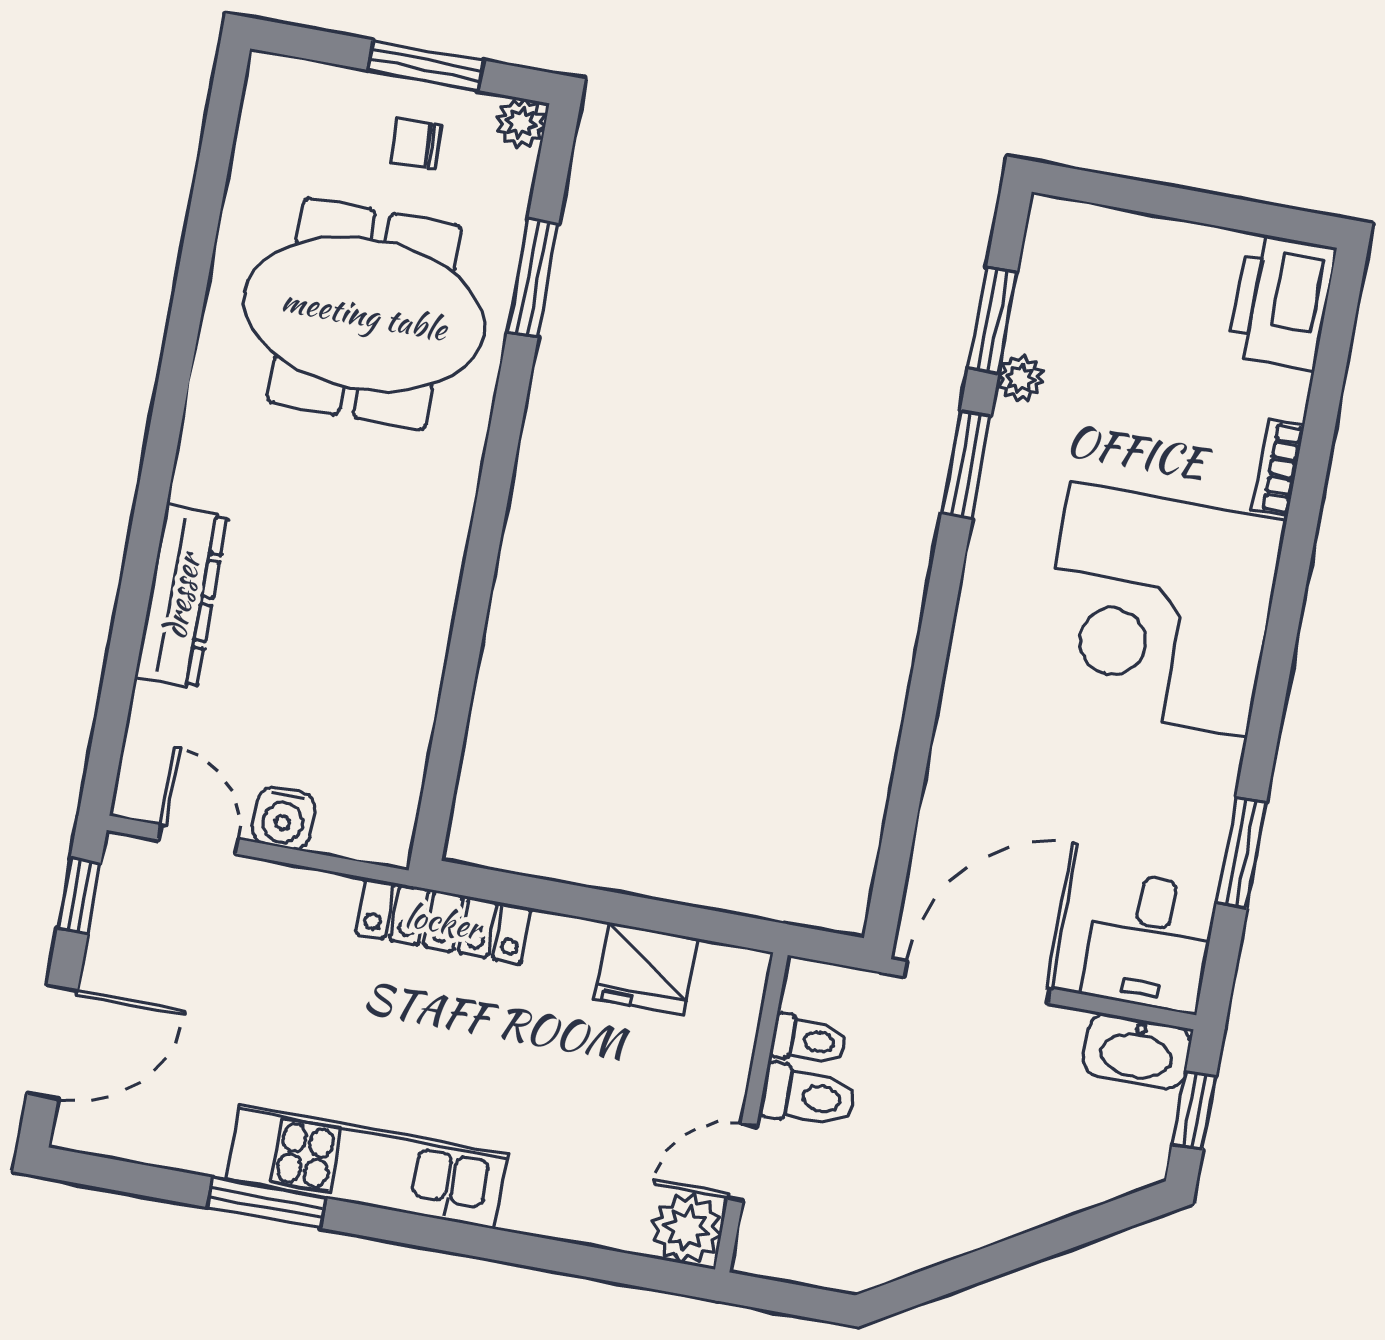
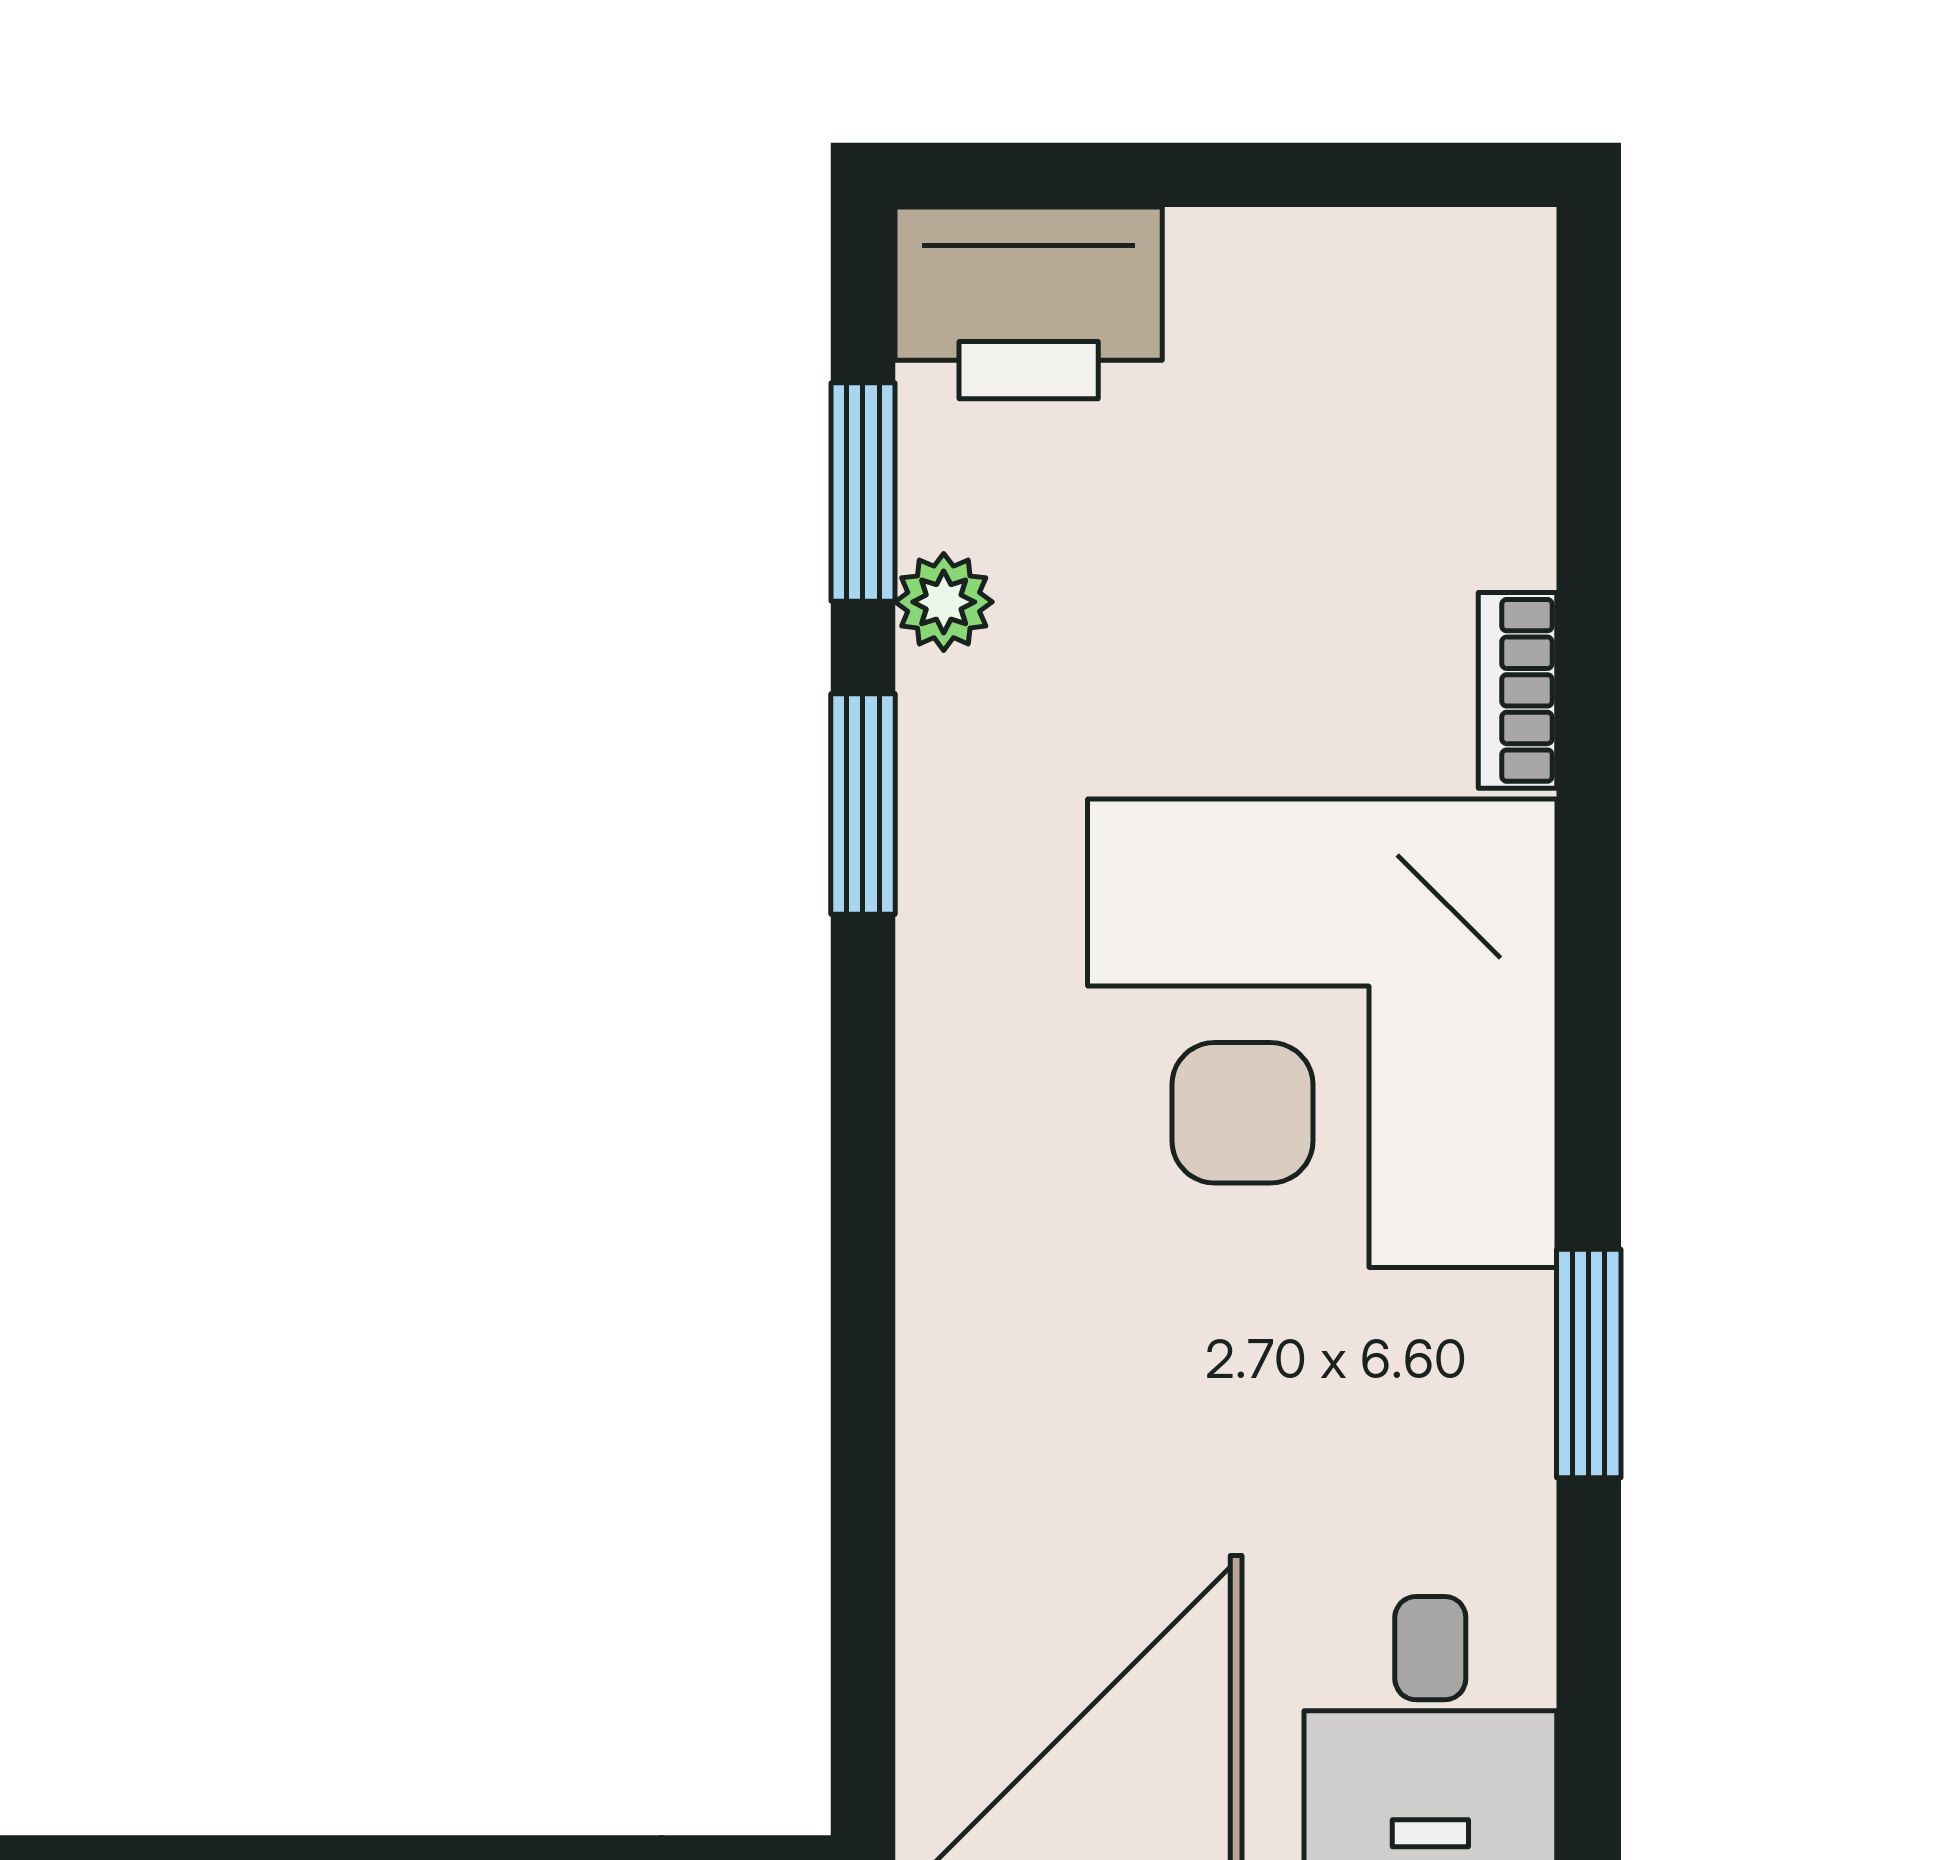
printer: (1281, 302) -> (1029, 303), moved, turned -90
window: (1241, 853) -> (1589, 1364), moved

